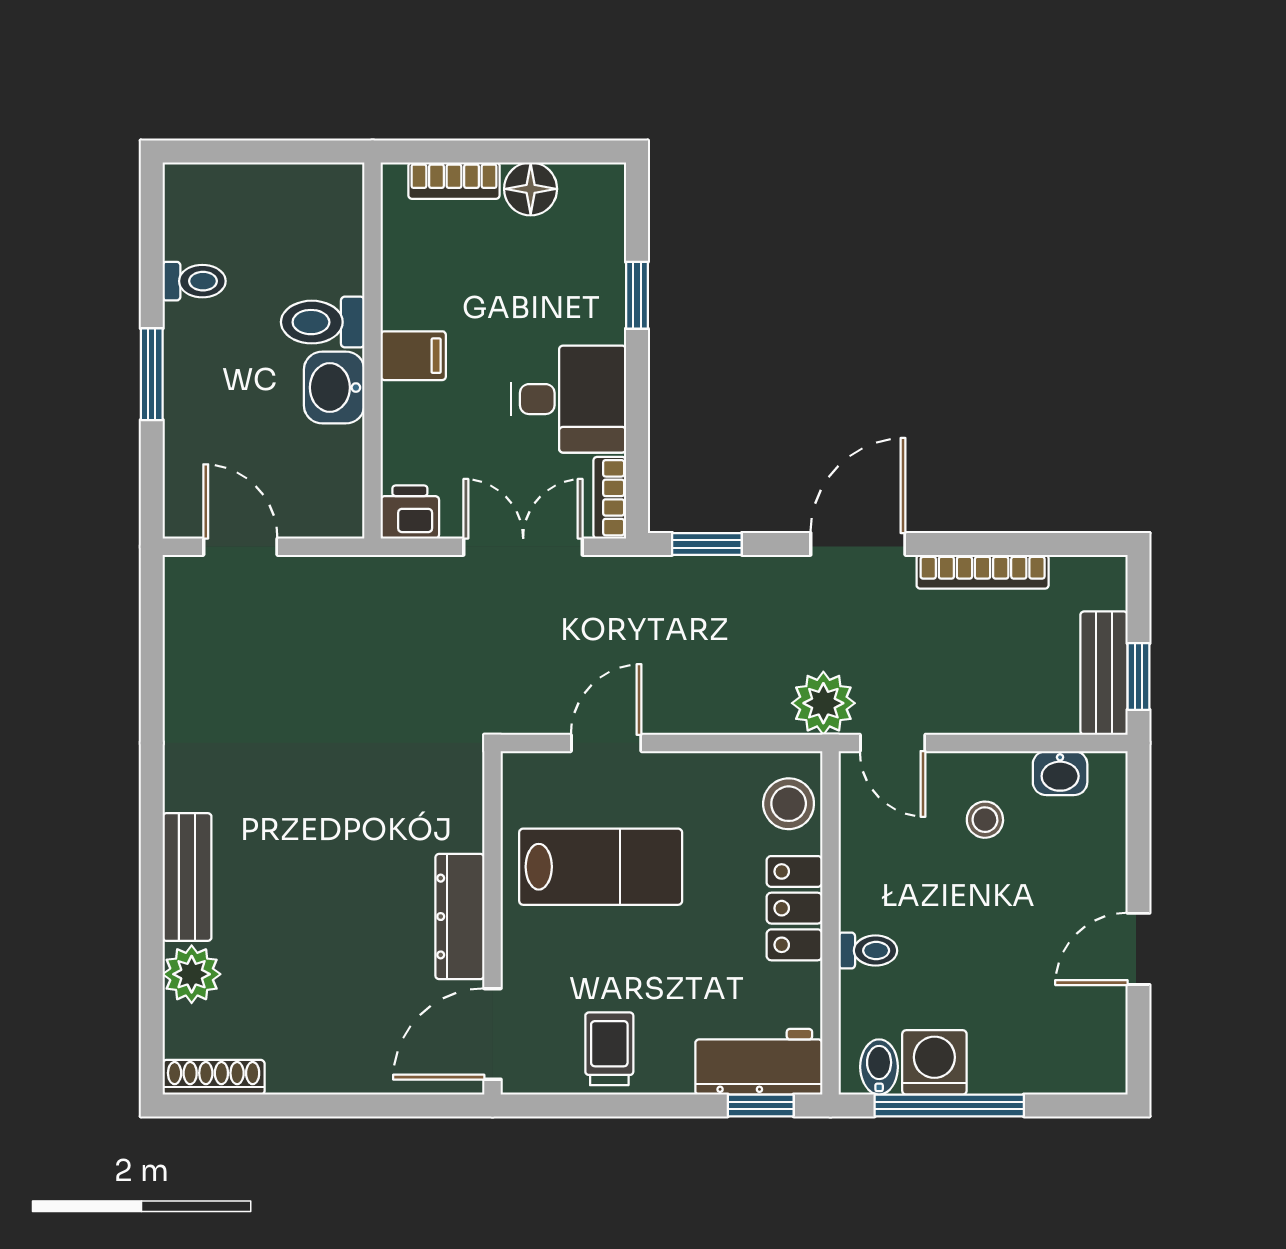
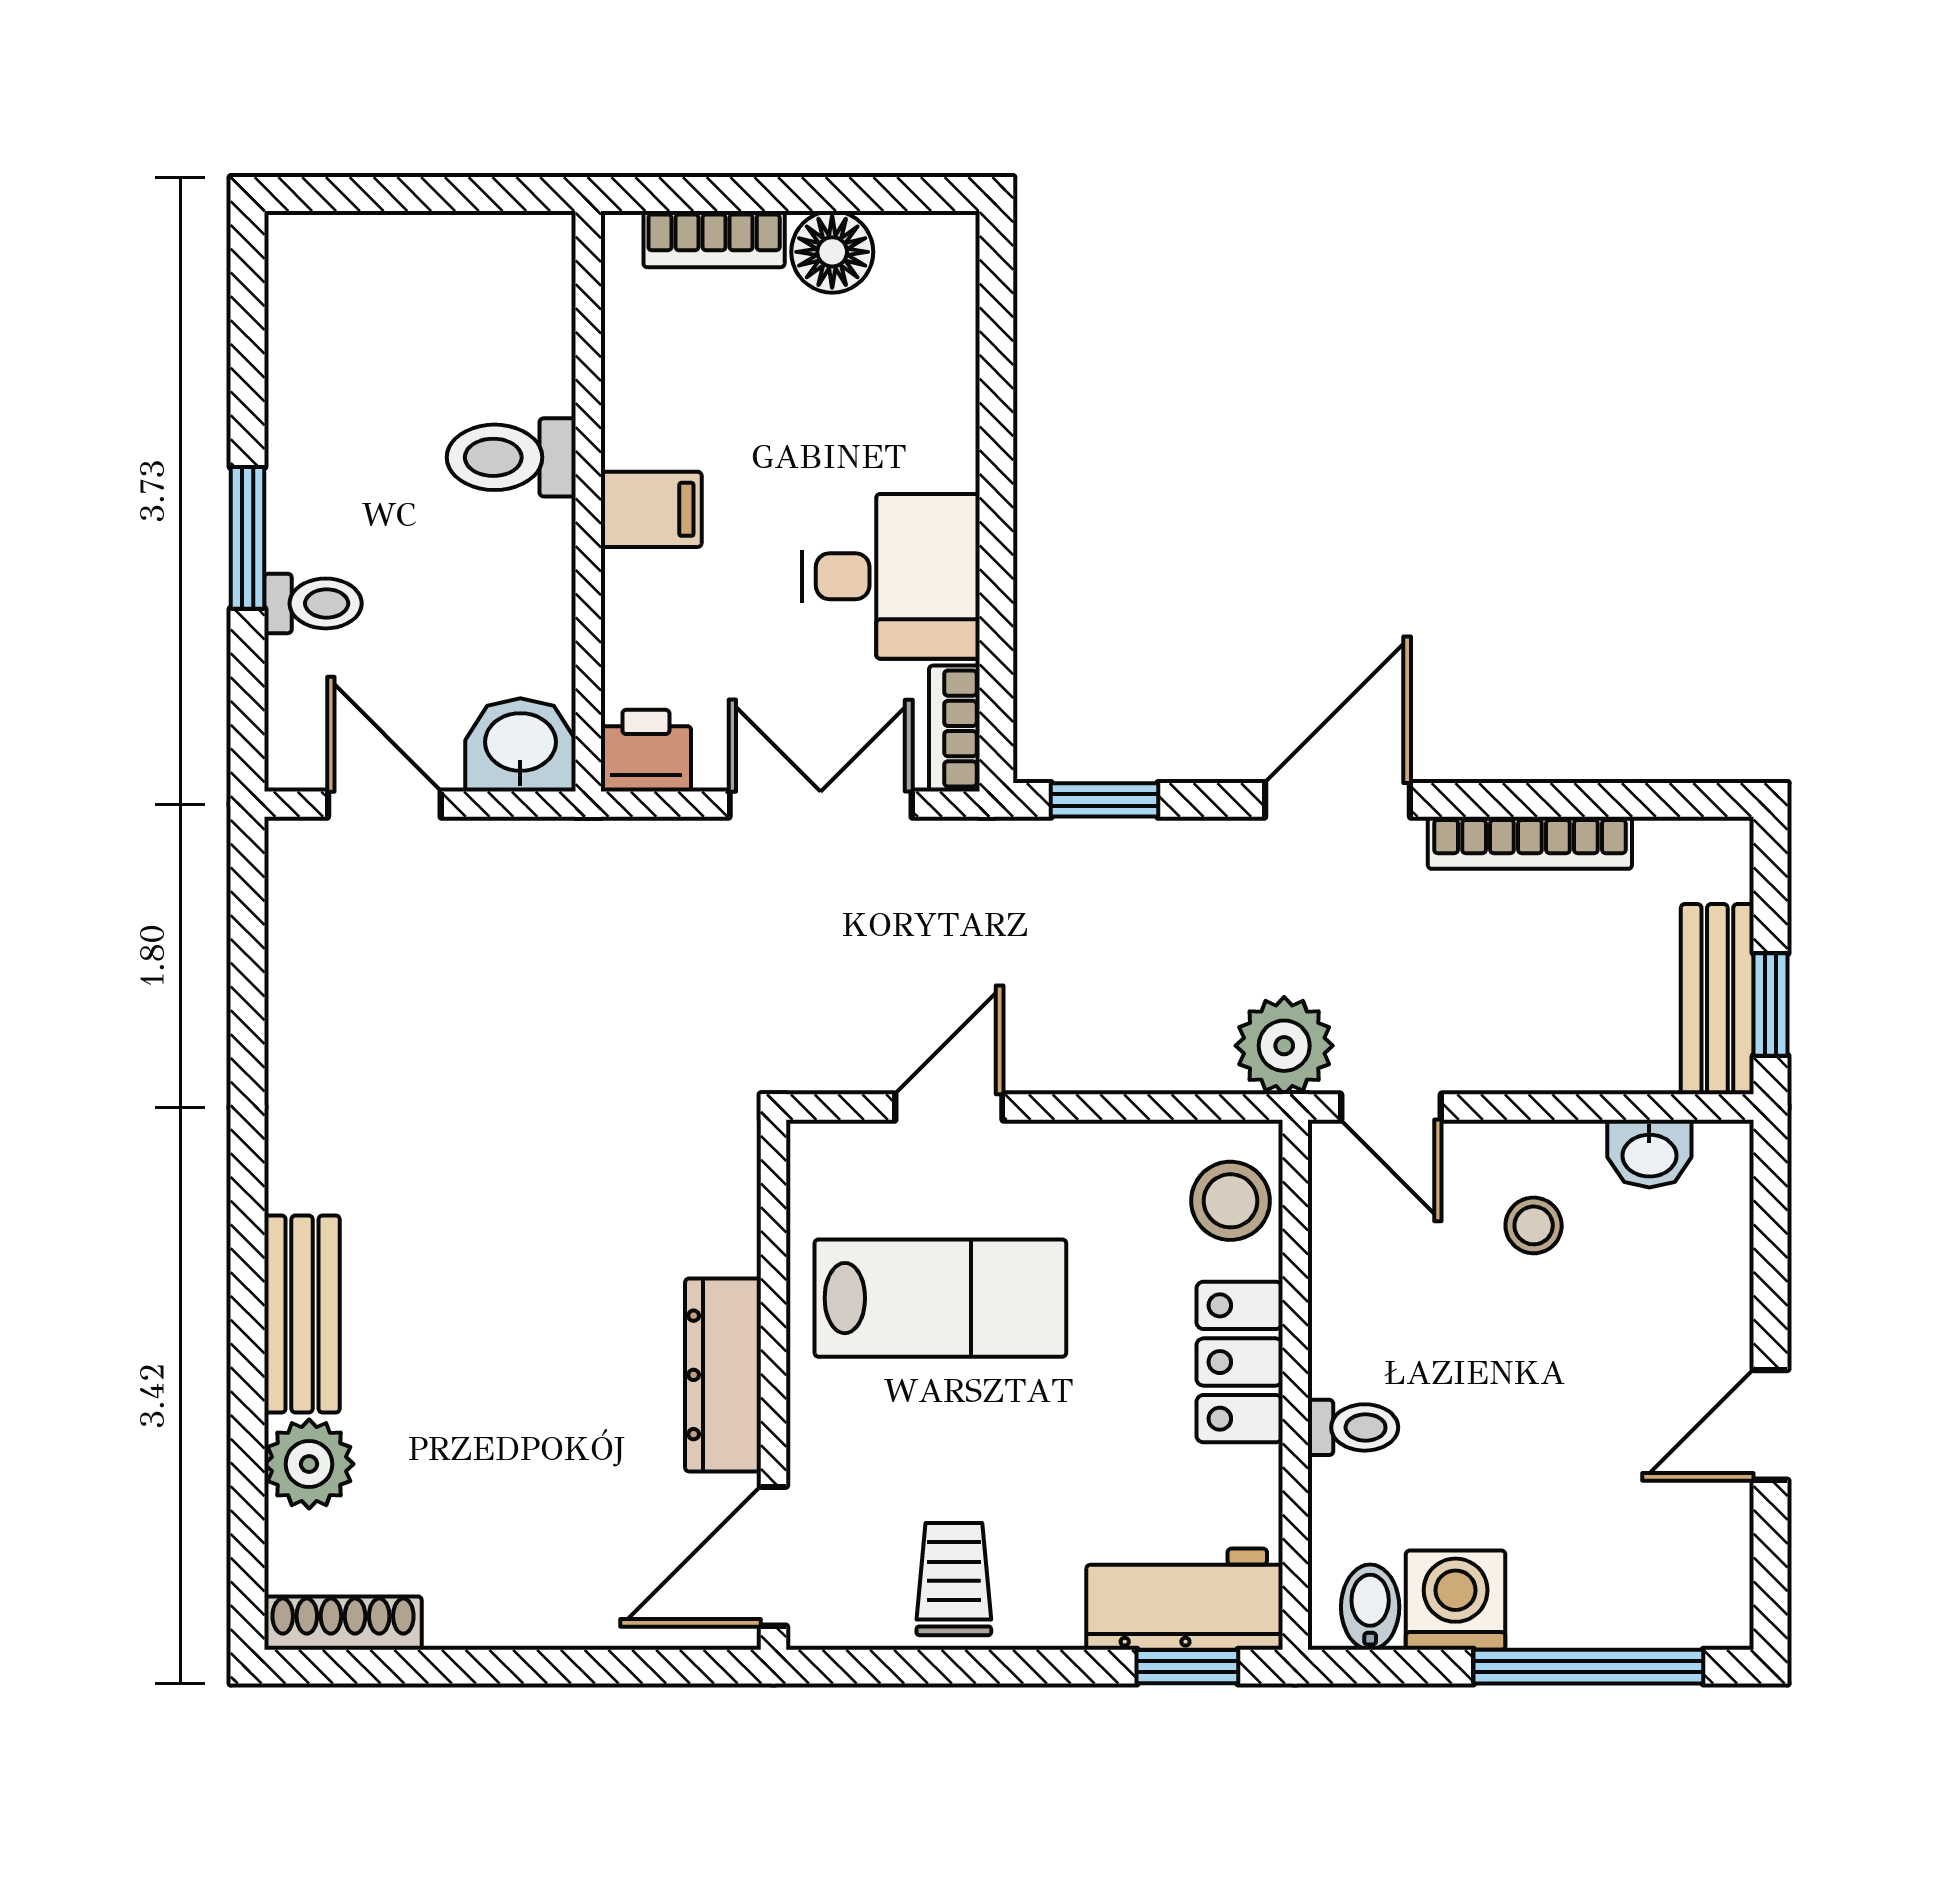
toilet: (194, 281) -> (313, 603), moved
window: (637, 295) -> (996, 416), removed
washbasin: (334, 388) -> (520, 745), moved, turned 90
window: (949, 1105) -> (1588, 1667), moved

